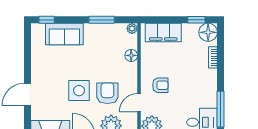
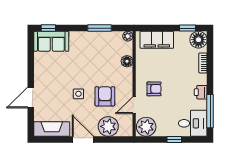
sofa: (64, 34) -> (51, 41), moved
printer: (211, 89) -> (201, 92), added
side table: (79, 91) -> (78, 94), width x0.54, depth x0.54

